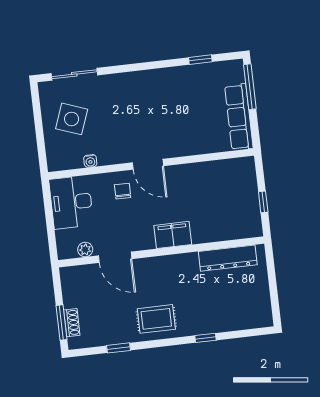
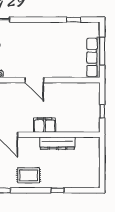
window: (250, 87) -> (102, 51), moved
chair: (123, 191) -> (17, 95), removed
dresser: (228, 258) -> (57, 143), moved

